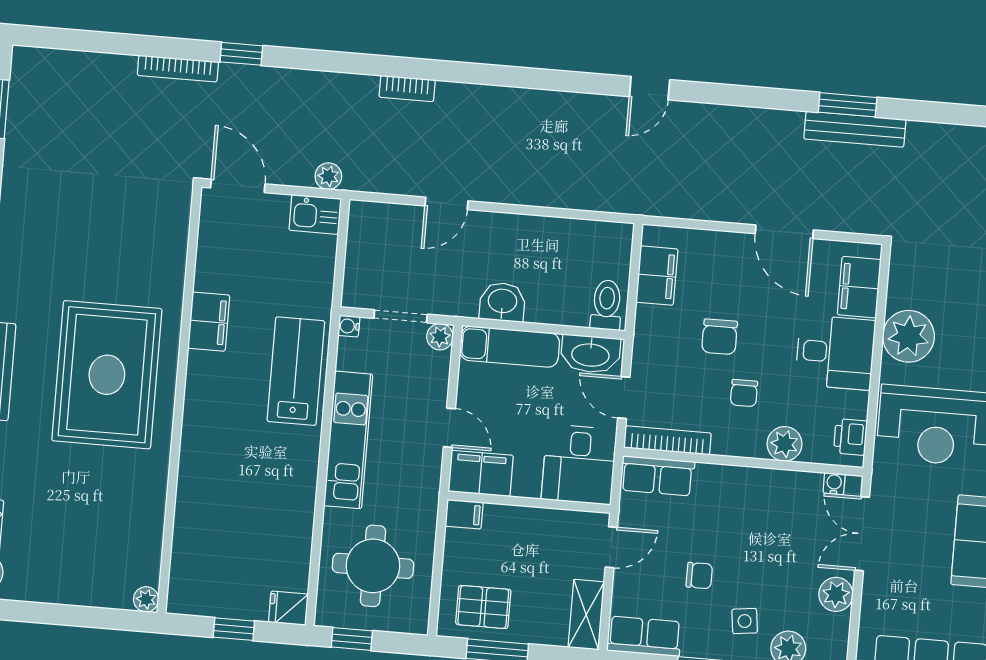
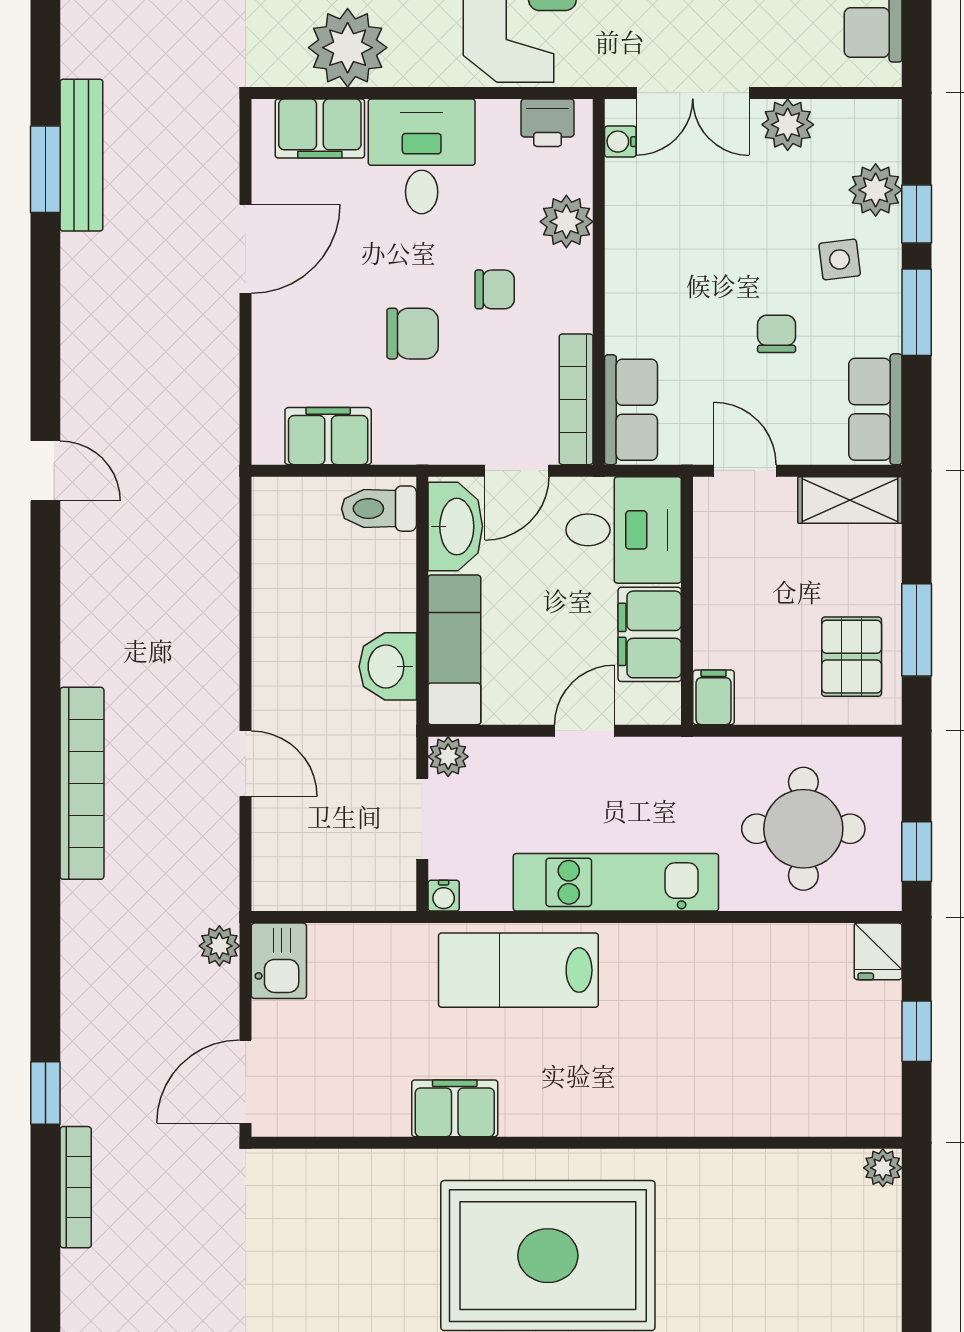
bookcase: (407, 89) -> (82, 783), width x2.31, depth x1.31
plant: (908, 336) -> (348, 48), moved
filing cabinet: (481, 473) -> (650, 634), moved

